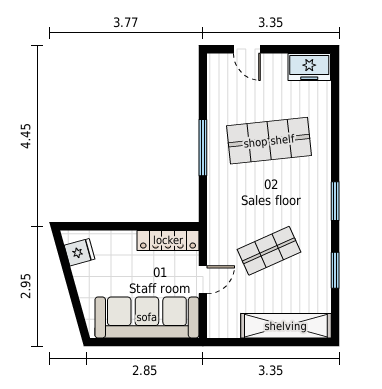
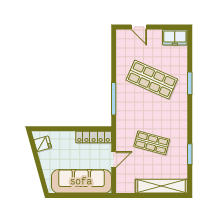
shop shelf: (269, 141) -> (152, 80), turned 30
window: (203, 148) -> (114, 99), moved
window: (335, 201) -> (190, 83), moved
shop shelf: (269, 251) -> (152, 143), turned 39

